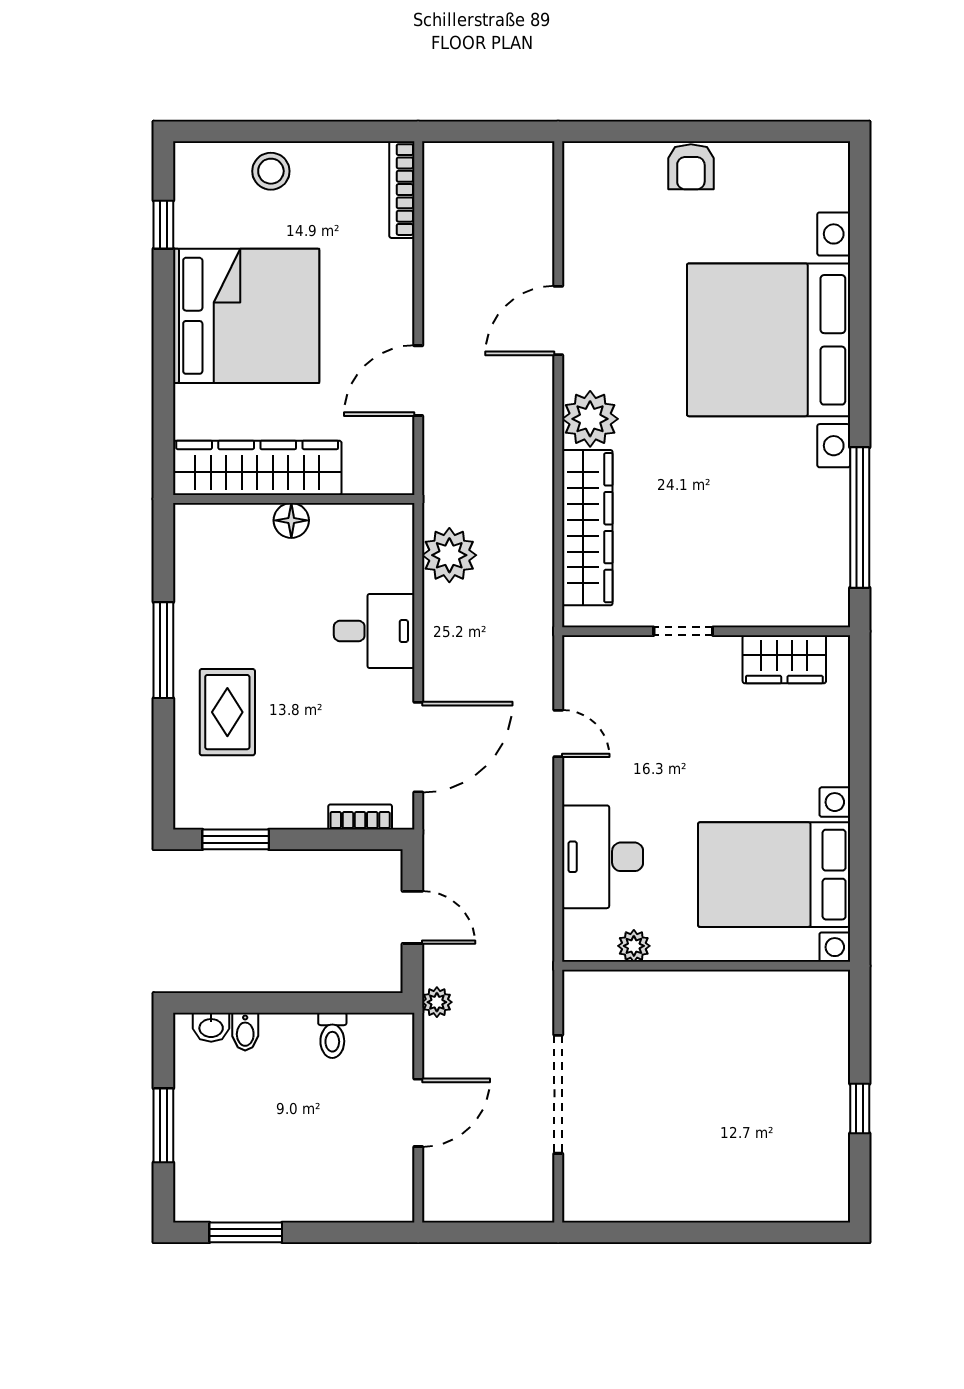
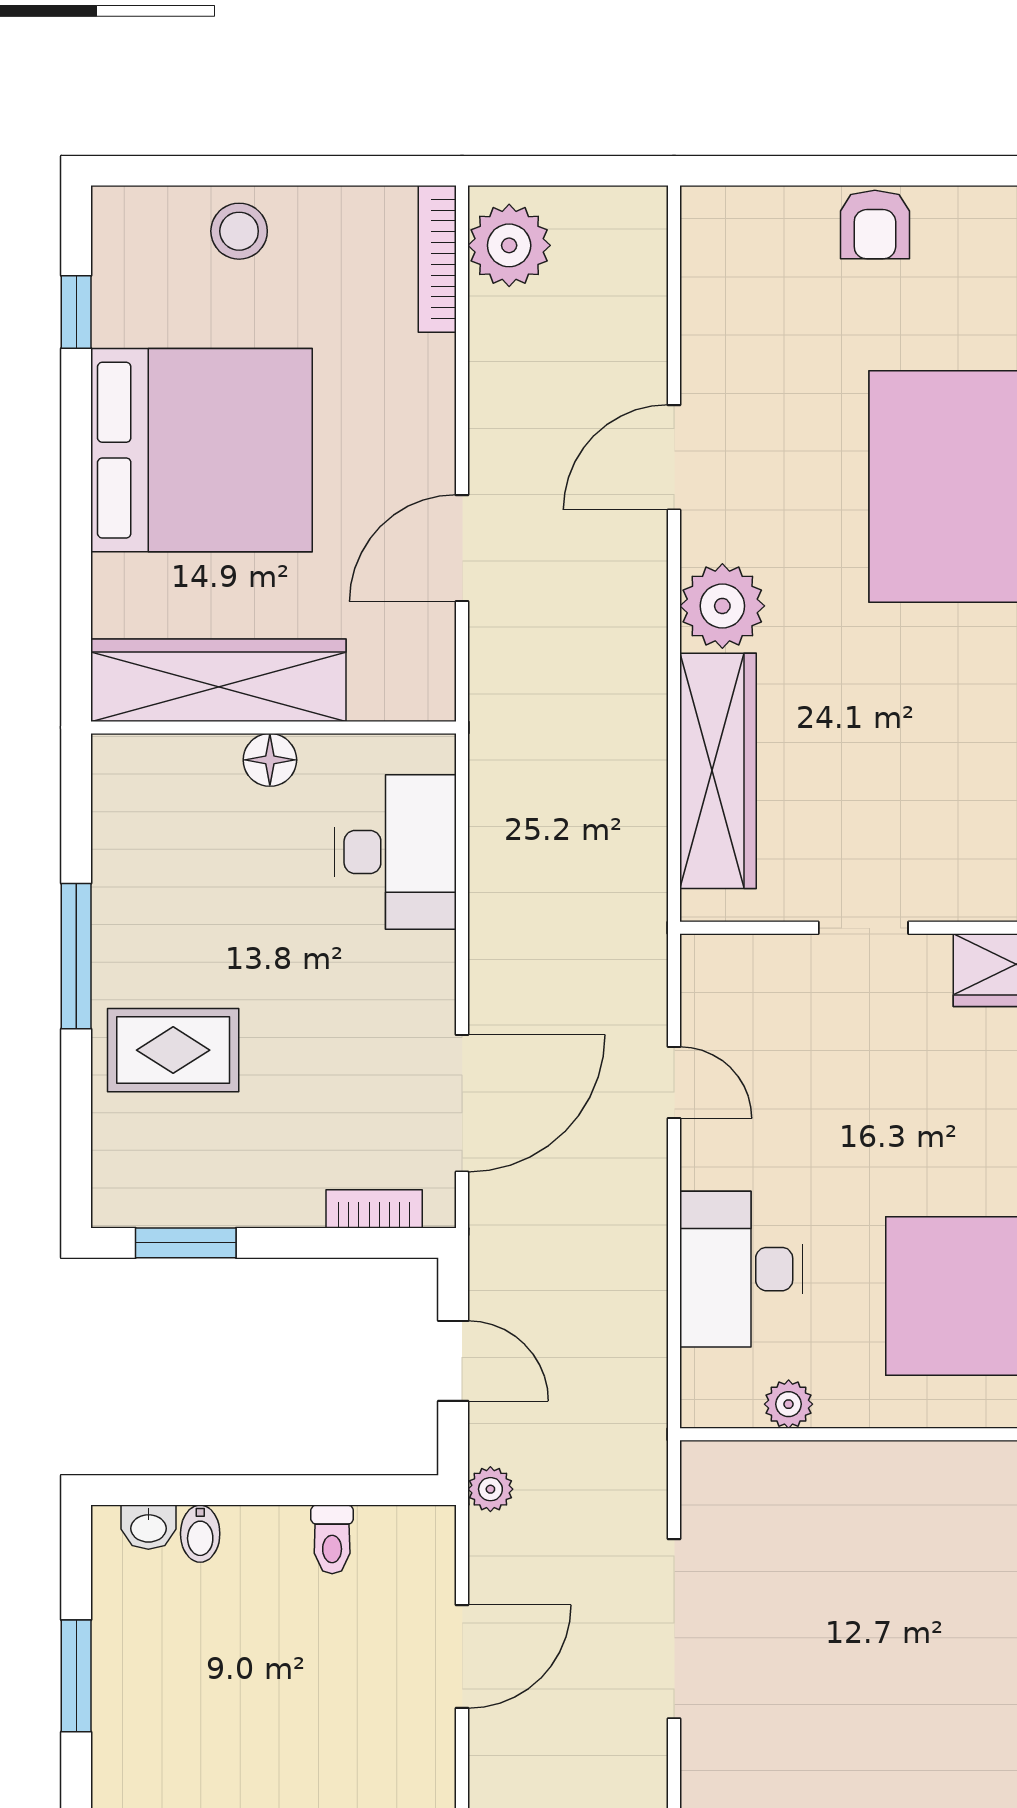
plant: (449, 555) -> (509, 245), moved
desk: (374, 631) -> (395, 852), moved, width x1.37
rug: (227, 712) -> (173, 1050), turned 90

